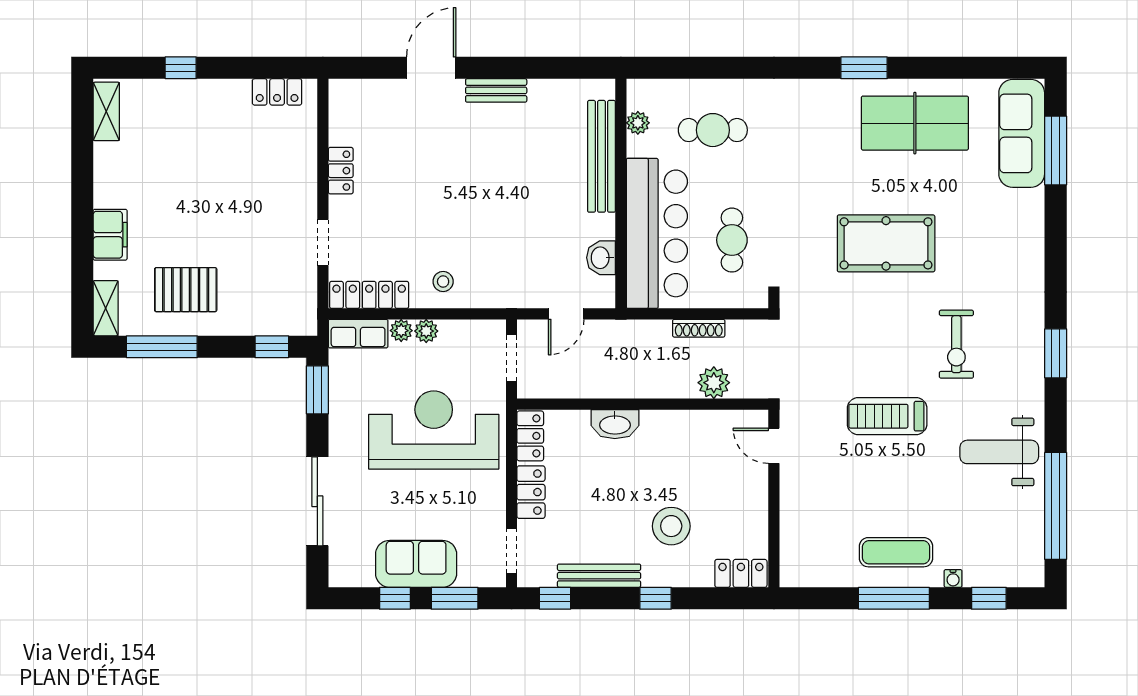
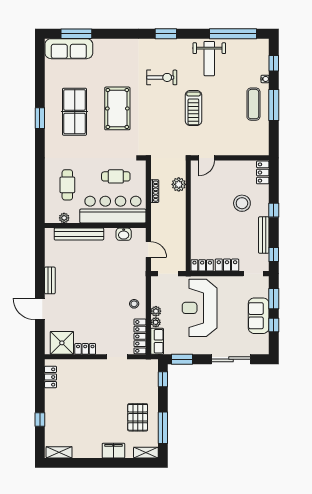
shower: (354, 118) -> (62, 343), added
table tennis table: (915, 123) -> (75, 112), moved
washbasin: (615, 424) -> (197, 228), removed

